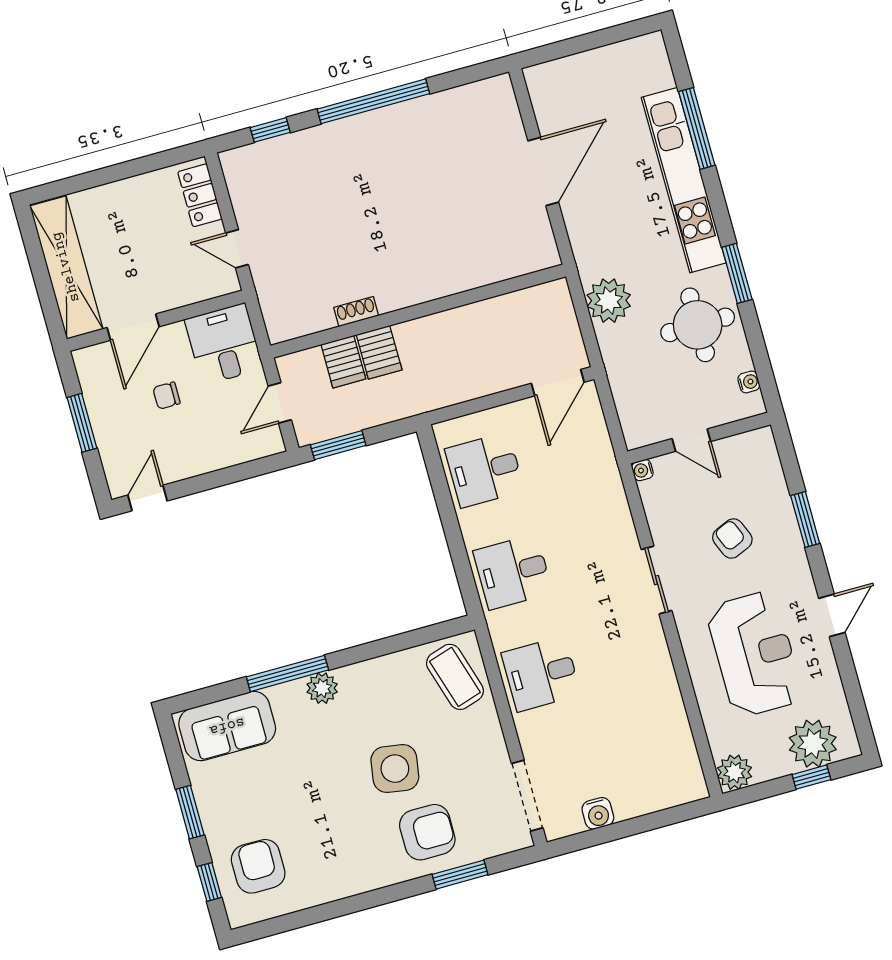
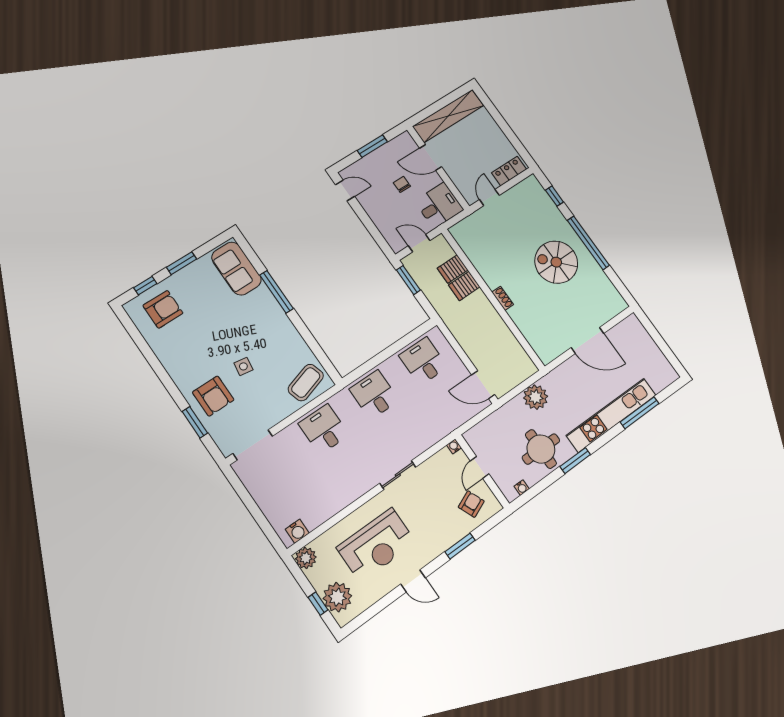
spiral stairs: (389, 173) -> (556, 262), added
shoe rack: (356, 312) -> (503, 298), moved
armchair: (732, 539) -> (471, 504), moved
plant: (322, 688) -> (275, 313), removed
side table: (395, 769) -> (243, 366), width x0.54, depth x0.54
water cooler: (598, 813) -> (297, 531), moved, turned -90

